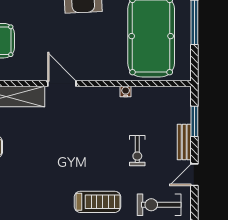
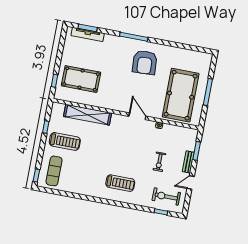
door: (62, 84) -> (137, 116), moved
treadmill: (98, 202) -> (120, 183), moved

